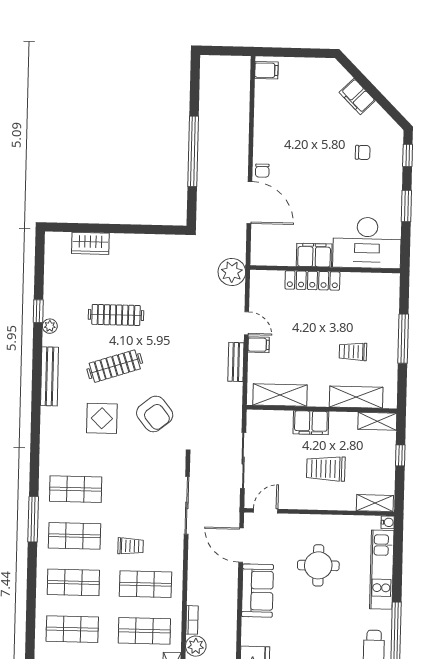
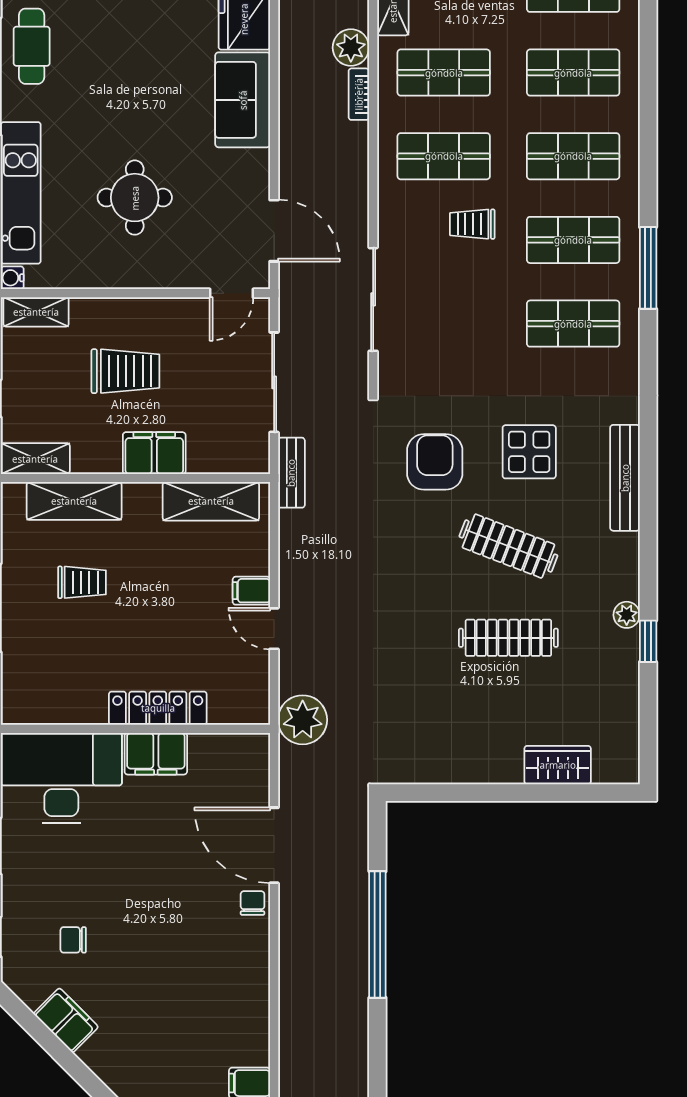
filing cabinet: (357, 97) -> (66, 1020), moved
bench: (236, 362) -> (291, 473), moved
clothes rail: (115, 366) -> (508, 546), turned 39
bench: (49, 376) -> (625, 478), moved
armchair: (155, 414) -> (435, 462), turned 39
sofa: (257, 591) -> (243, 100), moved

